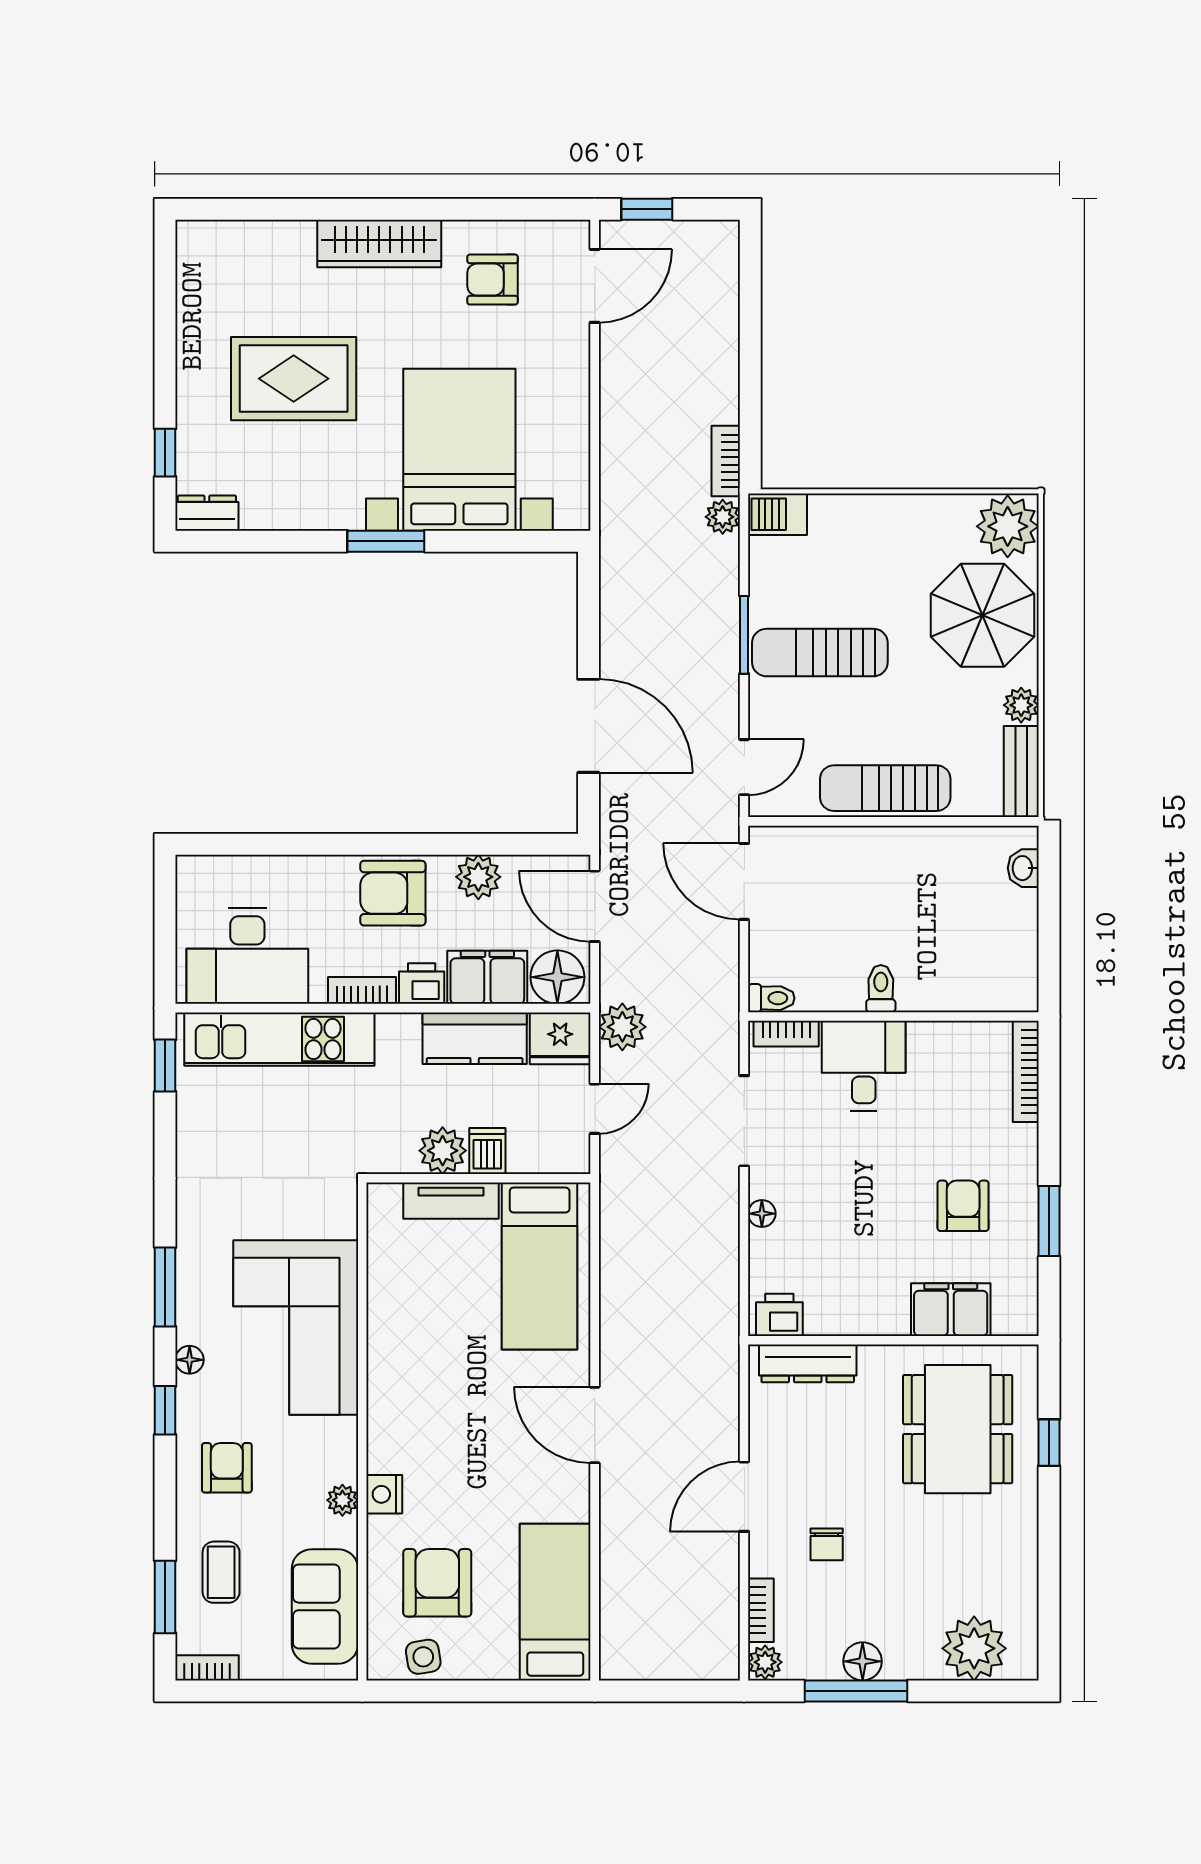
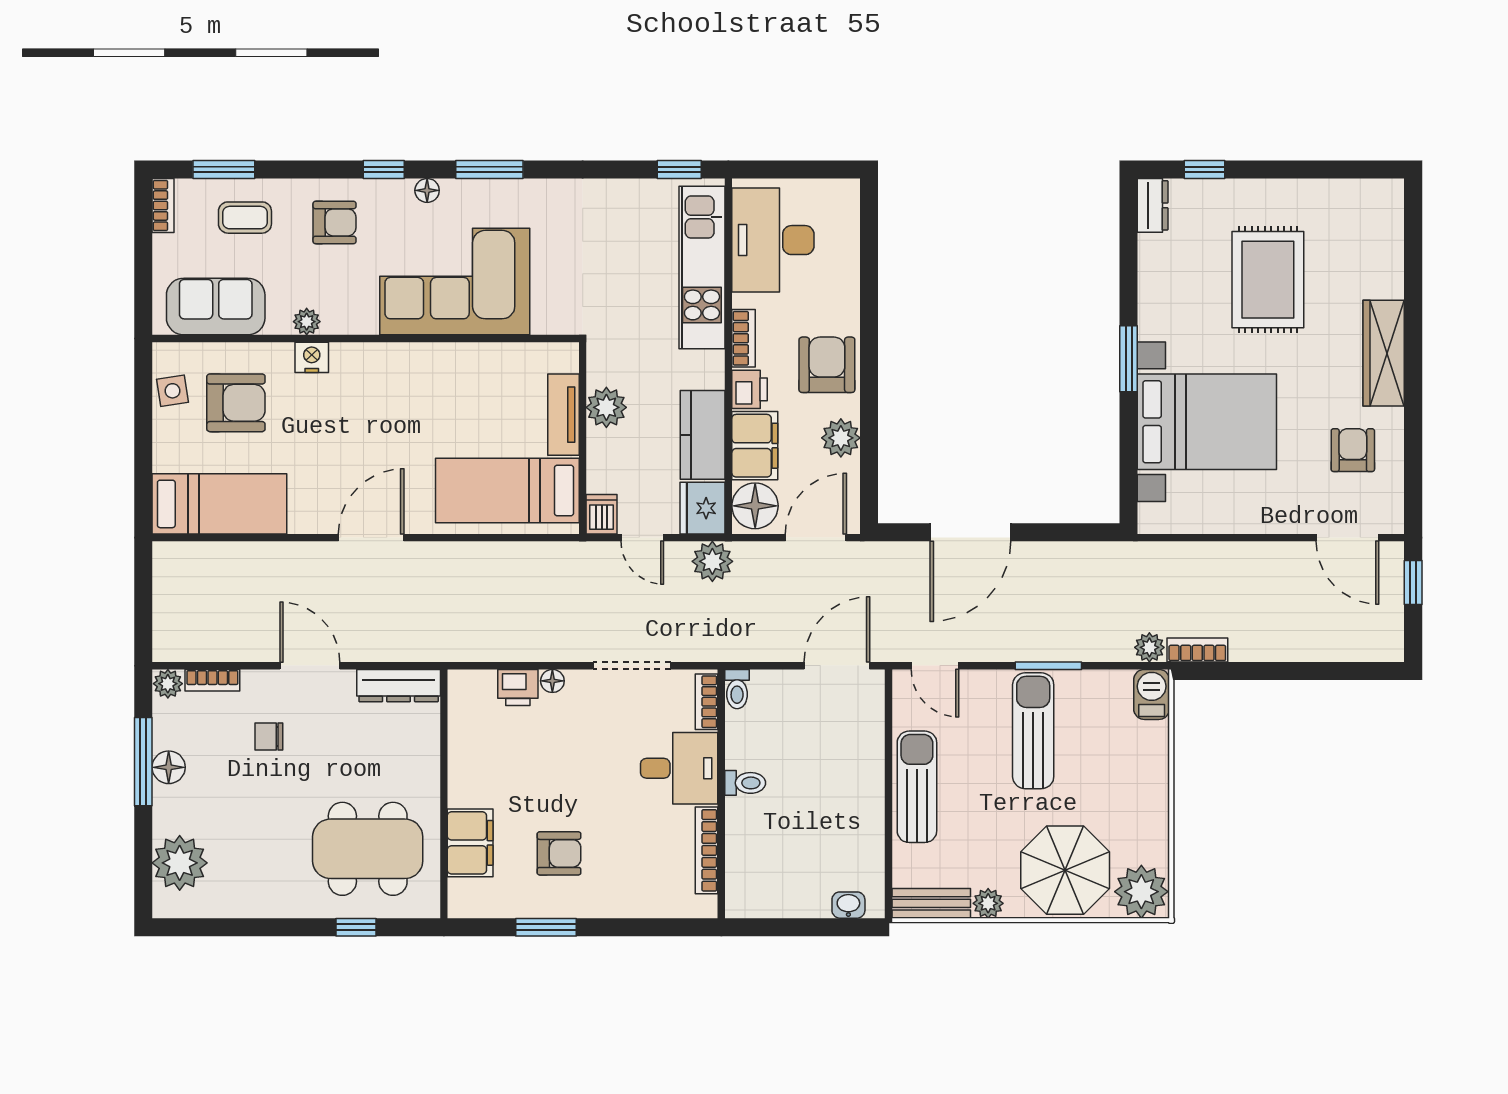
bookcase: (1026, 1071) -> (707, 850), moved, turned -90
dishwasher: (487, 1151) -> (602, 514), moved, turned -90
printer: (779, 1315) -> (518, 687), moved, turned 90
dresser: (808, 1363) -> (399, 686), moved, turned -90

